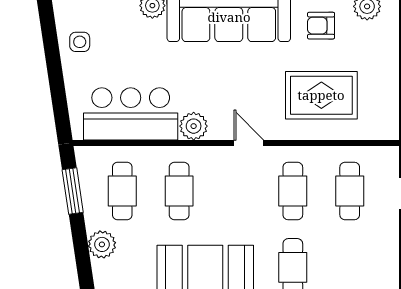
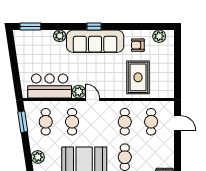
side table: (80, 42) -> (26, 53), removed
rug: (321, 95) -> (138, 77), turned 90
door: (249, 143) -> (93, 99), moved
plant: (102, 244) -> (38, 157), moved

